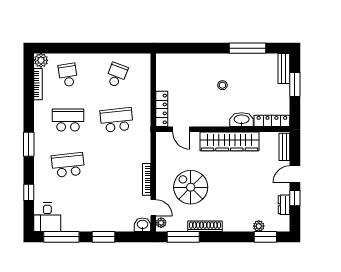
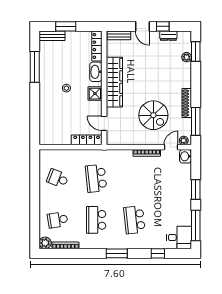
shower: (216, 119) -> (95, 94), added
door: (181, 129) -> (104, 123), swing flipped
spiral stairs: (191, 187) -> (153, 115), turned -90

